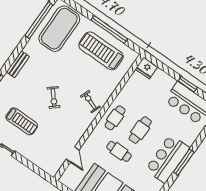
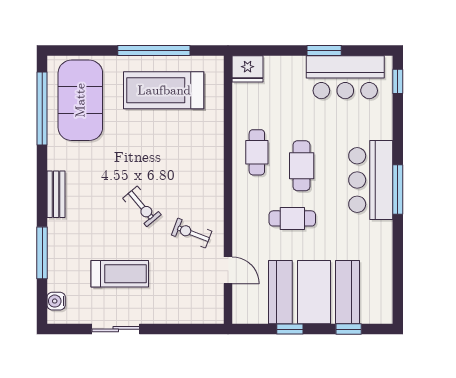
exercise bike: (90, 101) -> (192, 233), moved
cafe table: (115, 118) -> (257, 152), moved
window: (184, 162) -> (398, 189), moved

